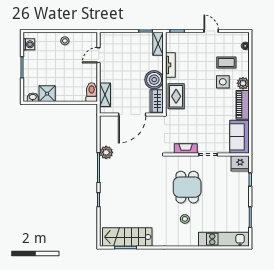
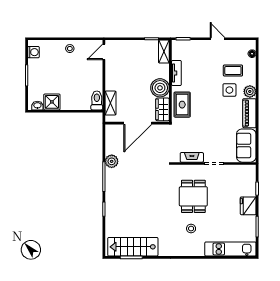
door: (99, 55) -> (104, 52), moved
fridge: (240, 163) -> (248, 206), moved, turned 90

